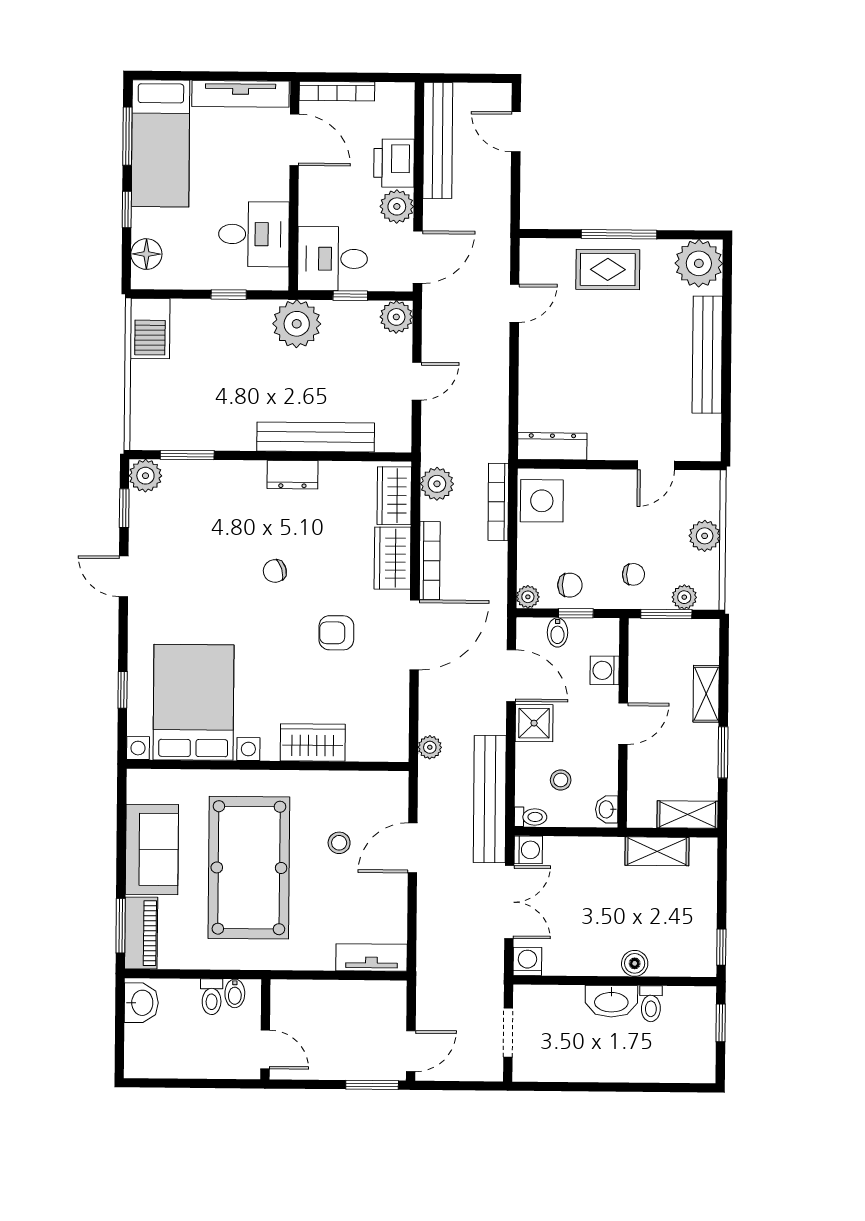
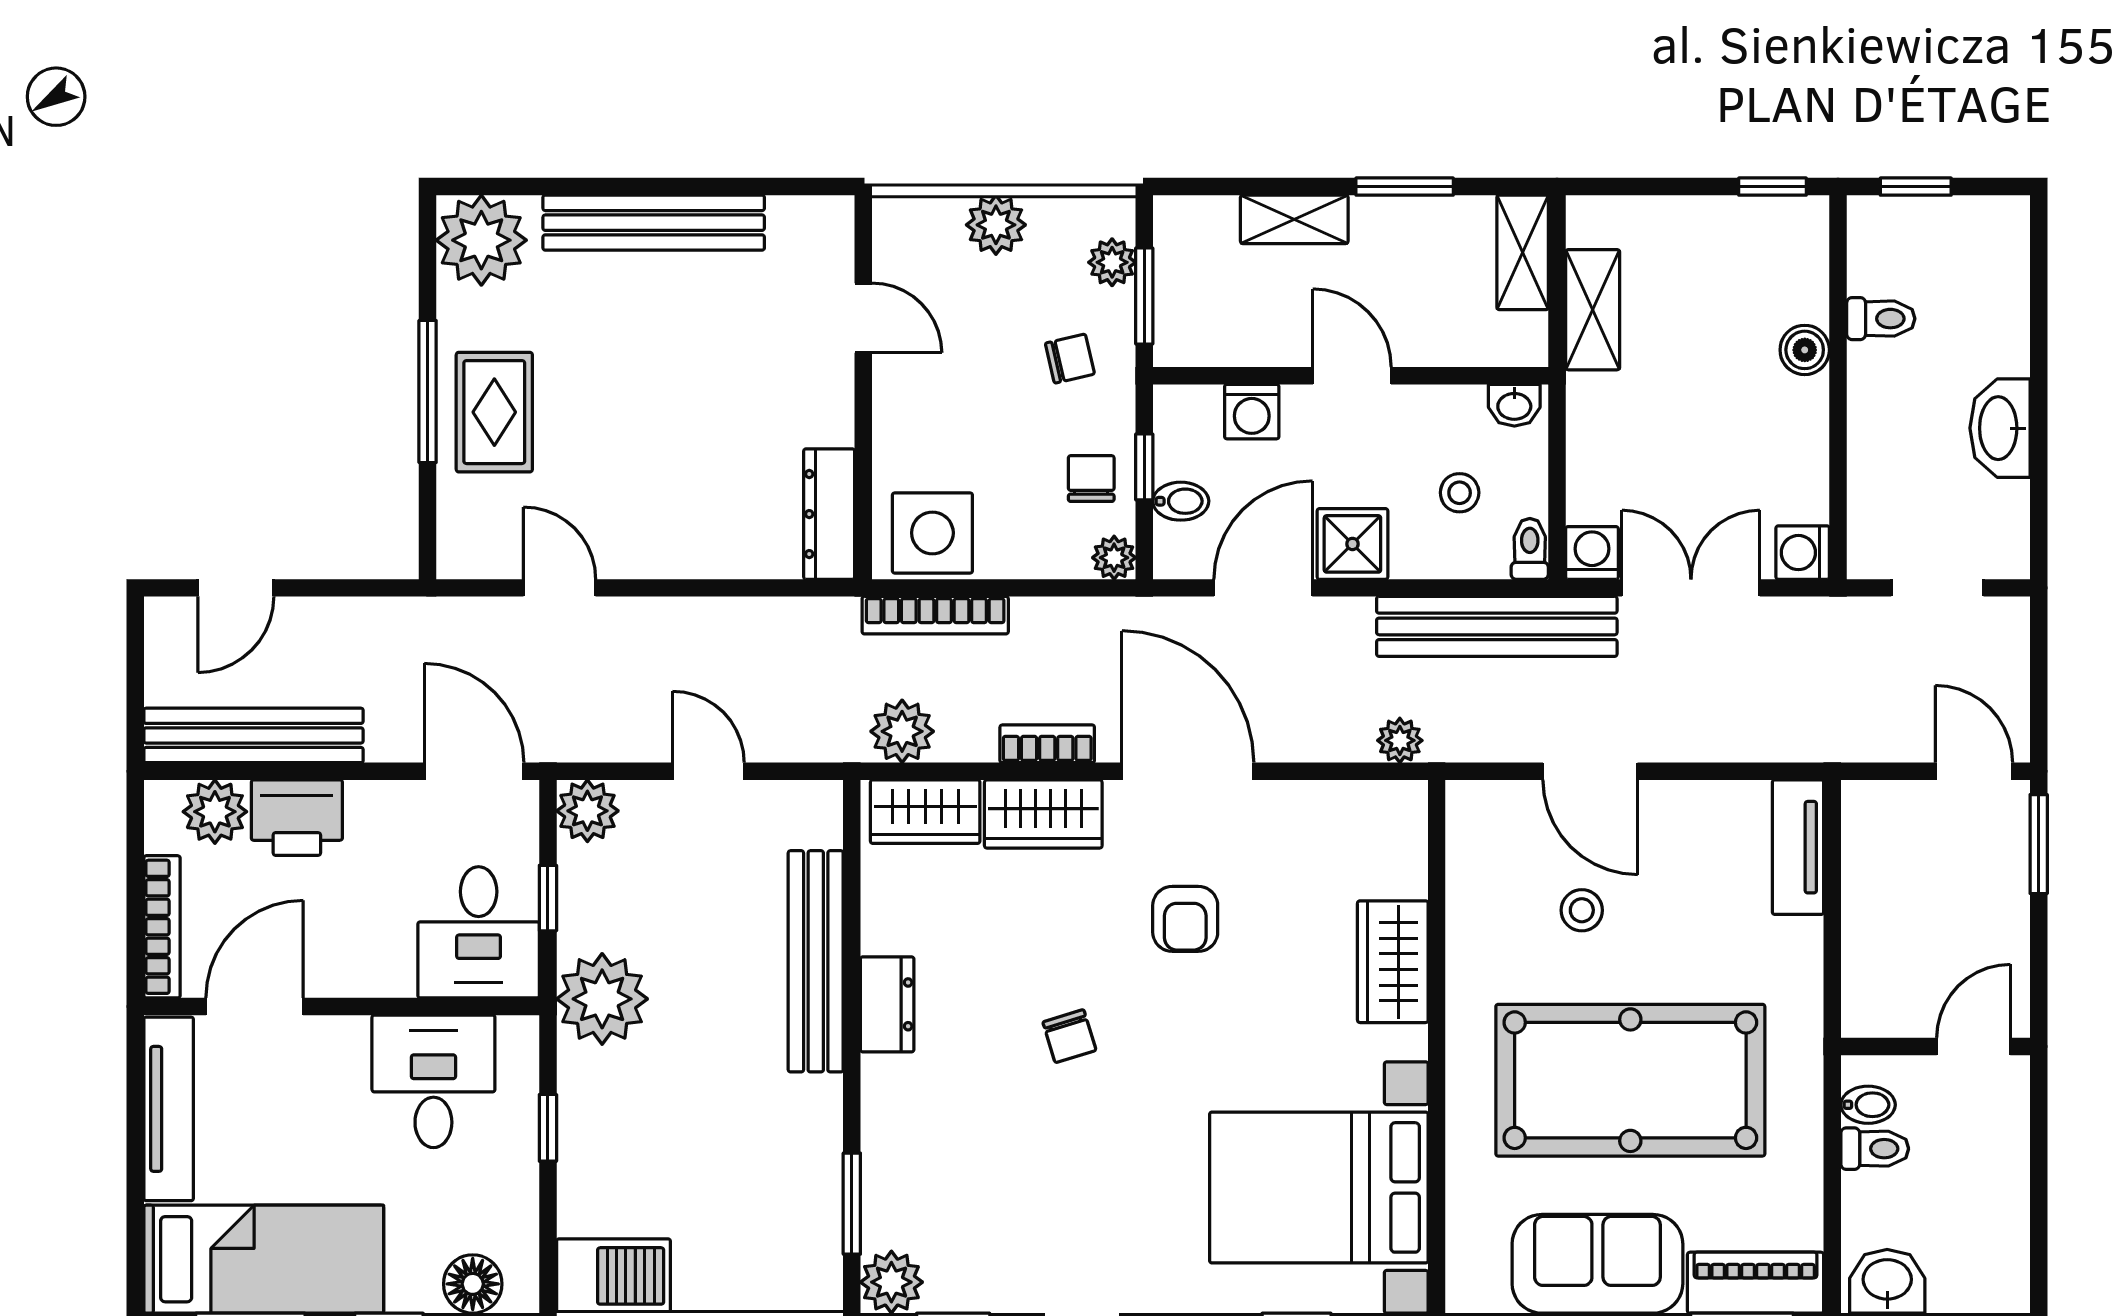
plant: (397, 206) -> (215, 812), moved
bookcase: (430, 561) -> (1047, 744), width x0.64
chair: (633, 574) -> (1070, 359), turned 77
washbasin: (611, 1001) -> (2000, 428), moved, turned 180

